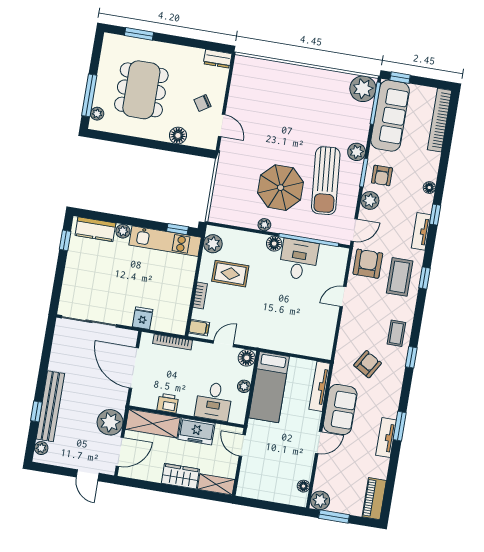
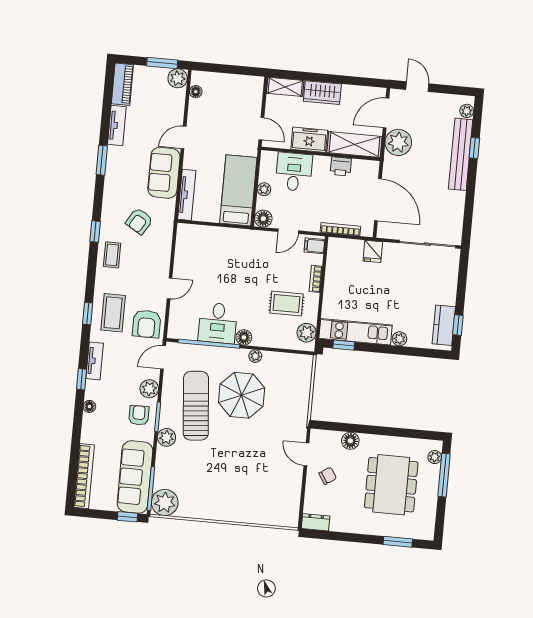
kitchen counter: (95, 229) -> (444, 325), moved, turned -90
tv unit: (386, 438) -> (117, 126), moved

